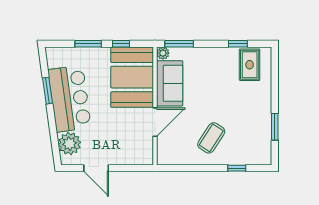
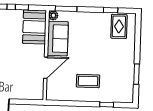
booth: (132, 77) -> (34, 27), width x0.73, depth x0.70
coffee table: (211, 138) -> (88, 81), turned 57

